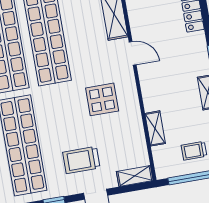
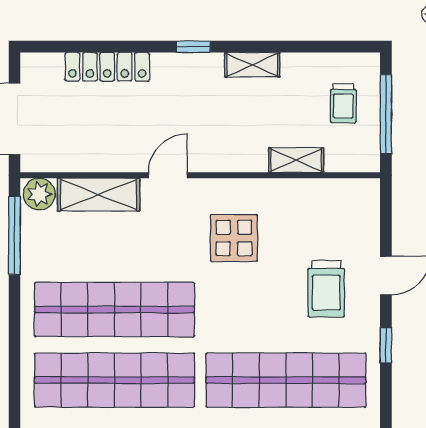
shelving: (135, 176) -> (367, 207), removed

